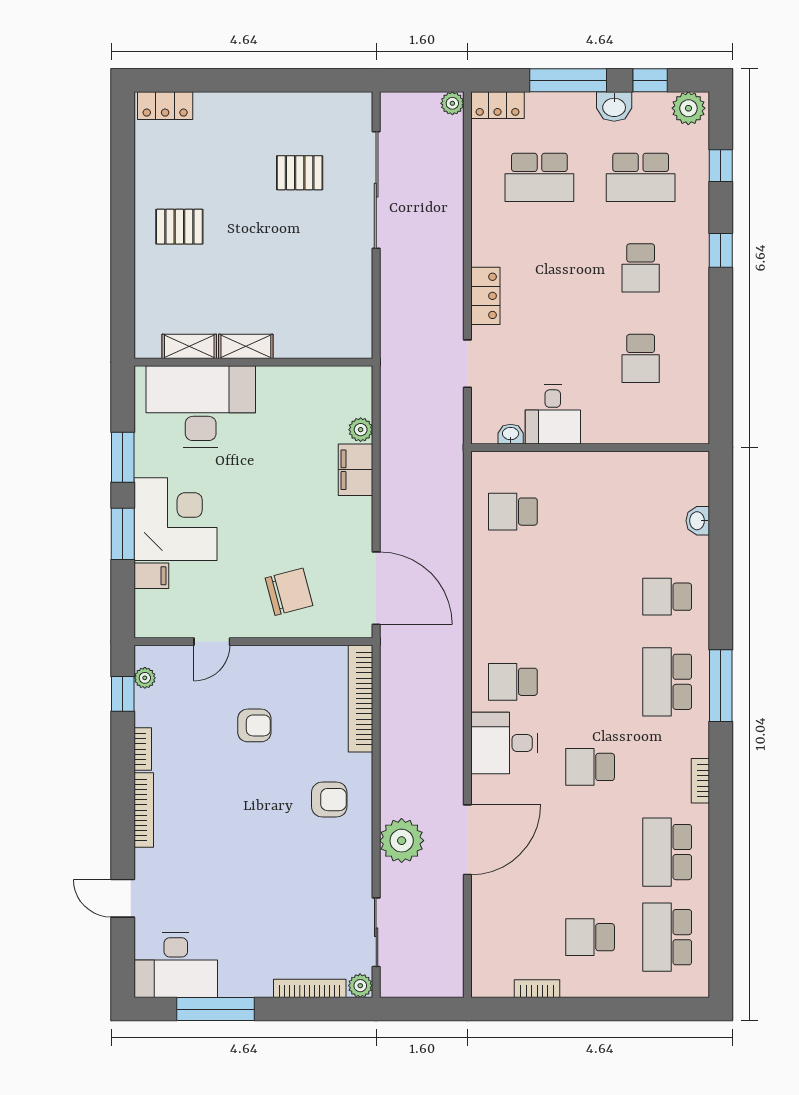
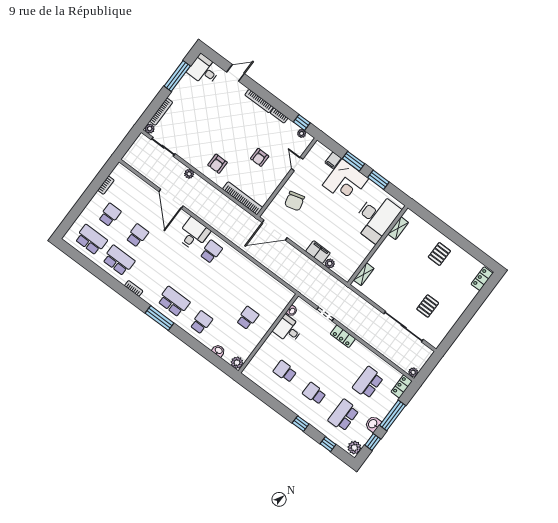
shelving: (246, 346) -> (364, 274), moved
plant: (694, 466) -> (237, 363), added
school desk: (513, 512) -> (248, 318), moved
school desk: (590, 767) -> (137, 235), moved
plant: (402, 841) -> (189, 174), width x0.53, depth x0.53
desk: (176, 965) -> (204, 70), width x0.73

